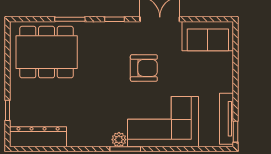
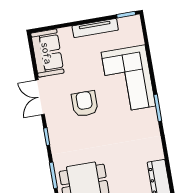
tv unit: (227, 119) -> (95, 28), moved
plant: (119, 140) -> (150, 115), removed

